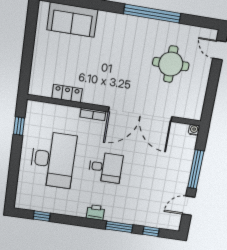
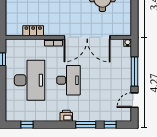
desk: (105, 167) -> (68, 80), width x1.37

